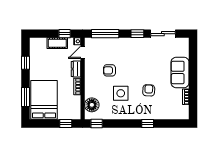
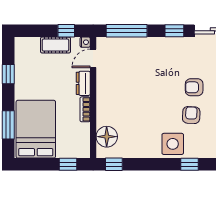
armchair: (109, 70) -> (194, 87), moved
side table: (121, 93) -> (173, 144), moved

